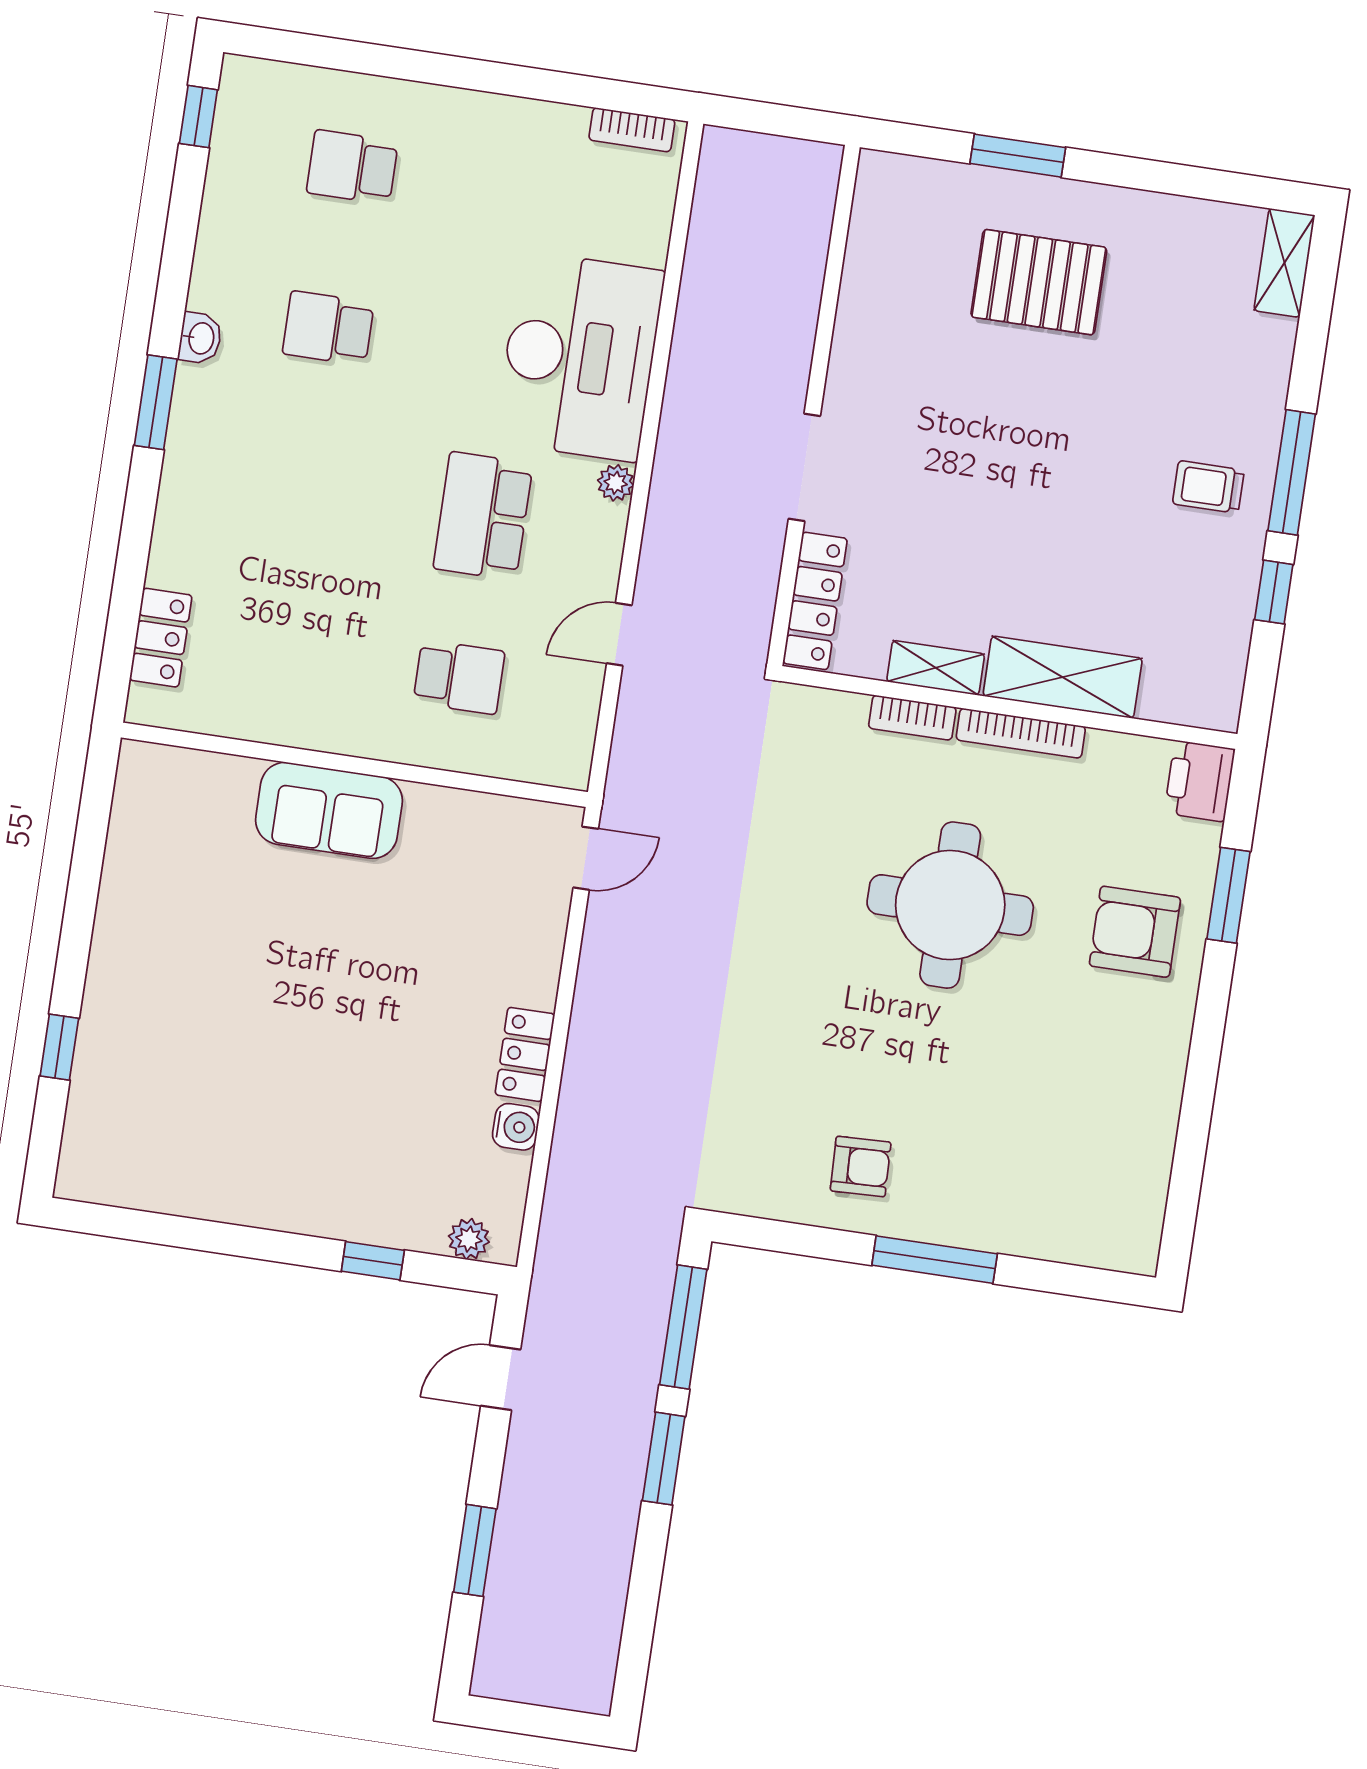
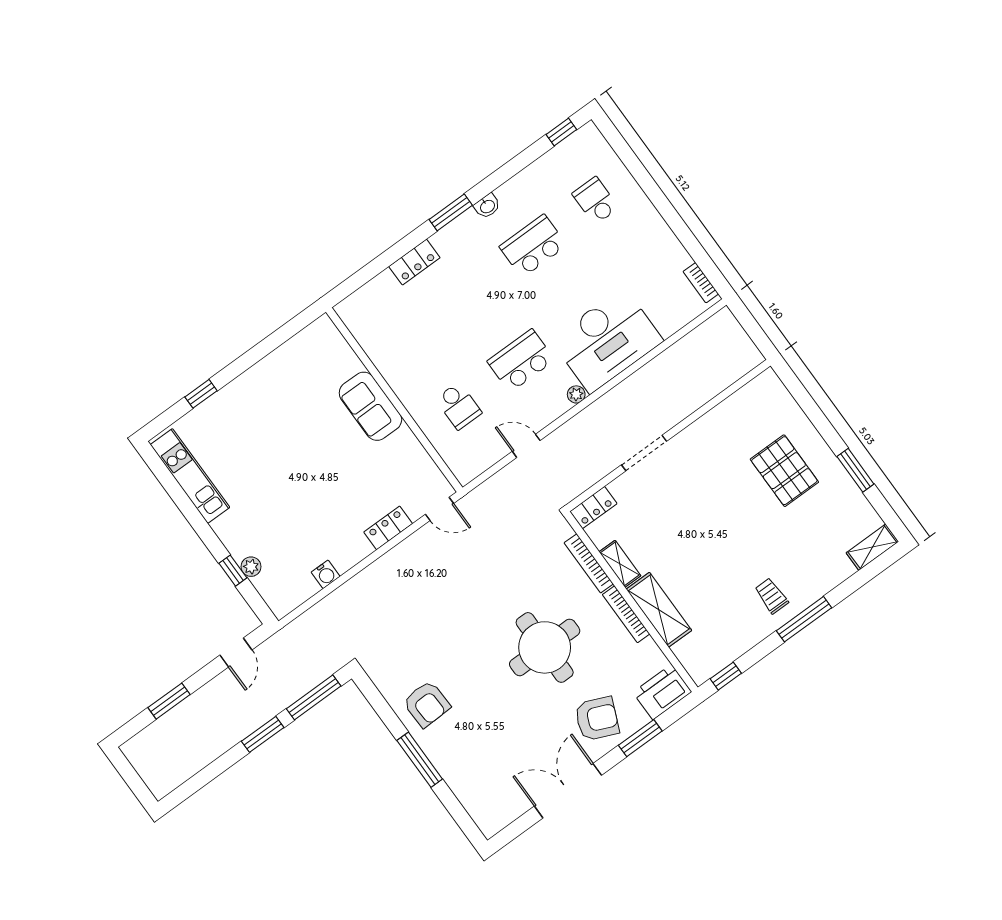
window: (1018, 156) -> (855, 470), moved
school desk: (328, 328) -> (533, 246), width x1.85
window: (1274, 592) -> (726, 676), moved
locker: (815, 601) -> (593, 508), width x0.66
locker: (161, 638) -> (414, 262), moved
bookcase: (912, 718) -> (589, 563), width x1.56
printer: (1200, 781) -> (662, 692), width x1.37, depth x1.19
armchair: (1135, 932) -> (597, 719), turned 113
locker: (525, 1054) -> (388, 528), moved
double door: (1201, 1082) -> (568, 791), added
armchair: (861, 1167) -> (427, 704), width x1.38, depth x1.38
kitchen unit: (167, 1185) -> (190, 476), added
plant: (469, 1239) -> (251, 567), moved
door: (501, 1378) -> (236, 652), swing flipped

